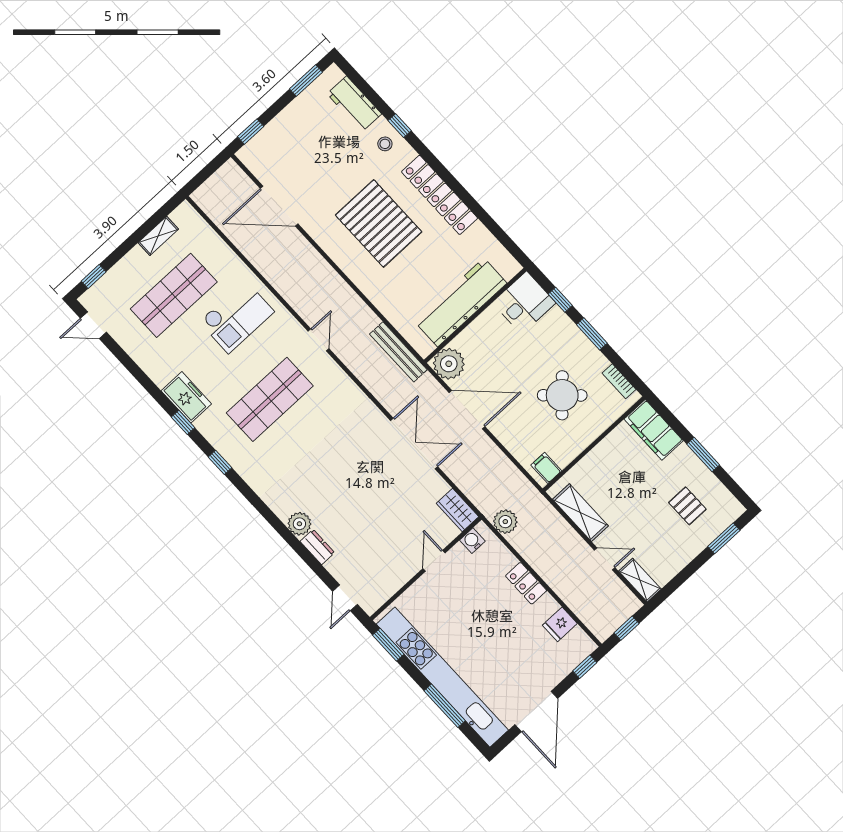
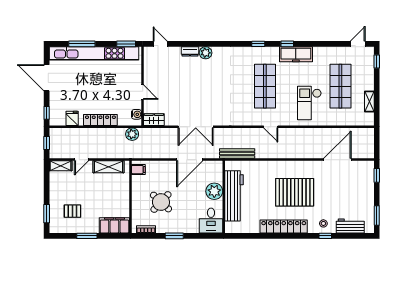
window: (560, 300) -> (199, 236), removed
plant: (449, 364) -> (214, 191), moved
freezer: (186, 397) -> (296, 54), width x1.40
locker: (526, 583) -> (100, 120), width x1.53

